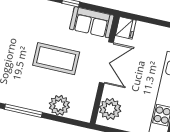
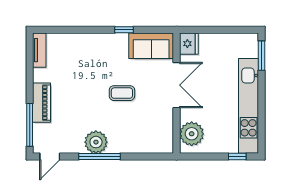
coffee table: (56, 59) -> (122, 93), width x0.54, depth x0.58
plant: (59, 105) -> (96, 142), moved

